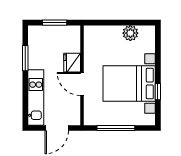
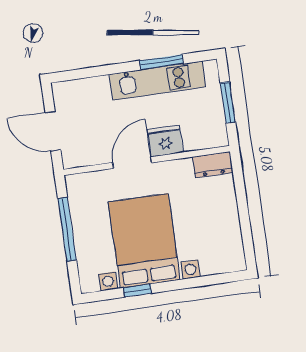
plant: (130, 33) -> (228, 231), removed
dresser: (90, 37) -> (213, 165), added
kitchen unit: (36, 97) -> (157, 81), moved

